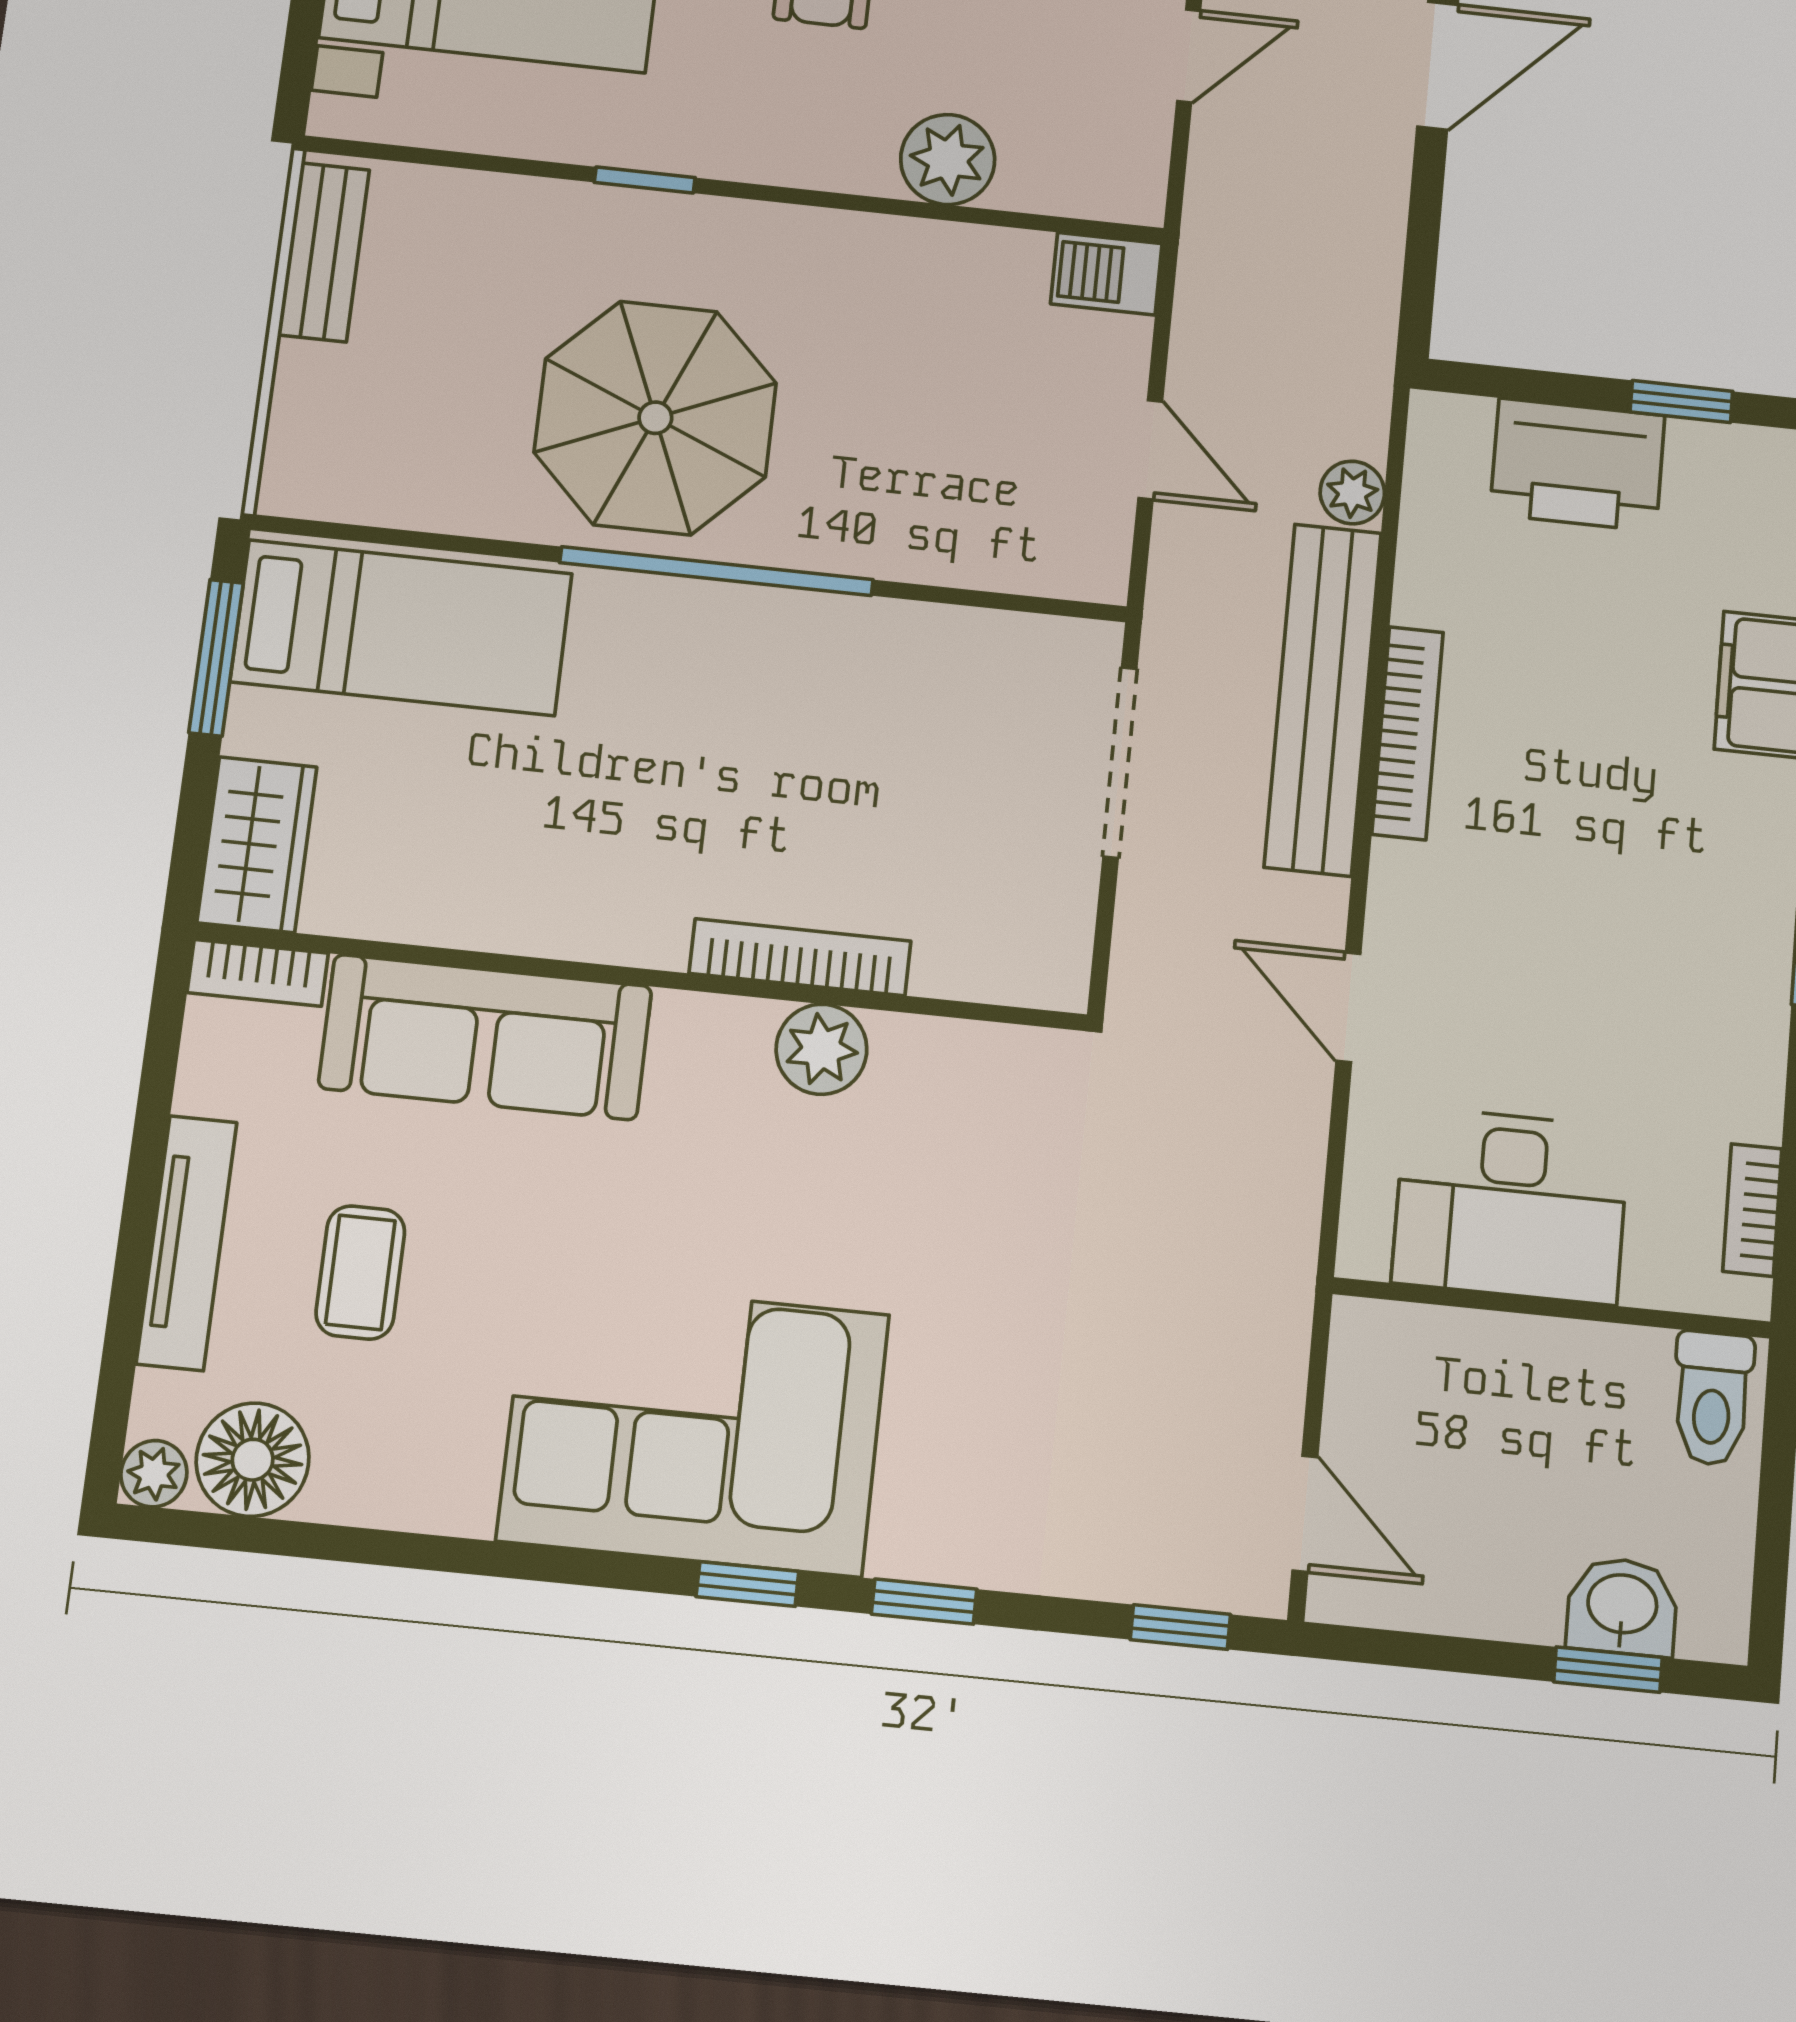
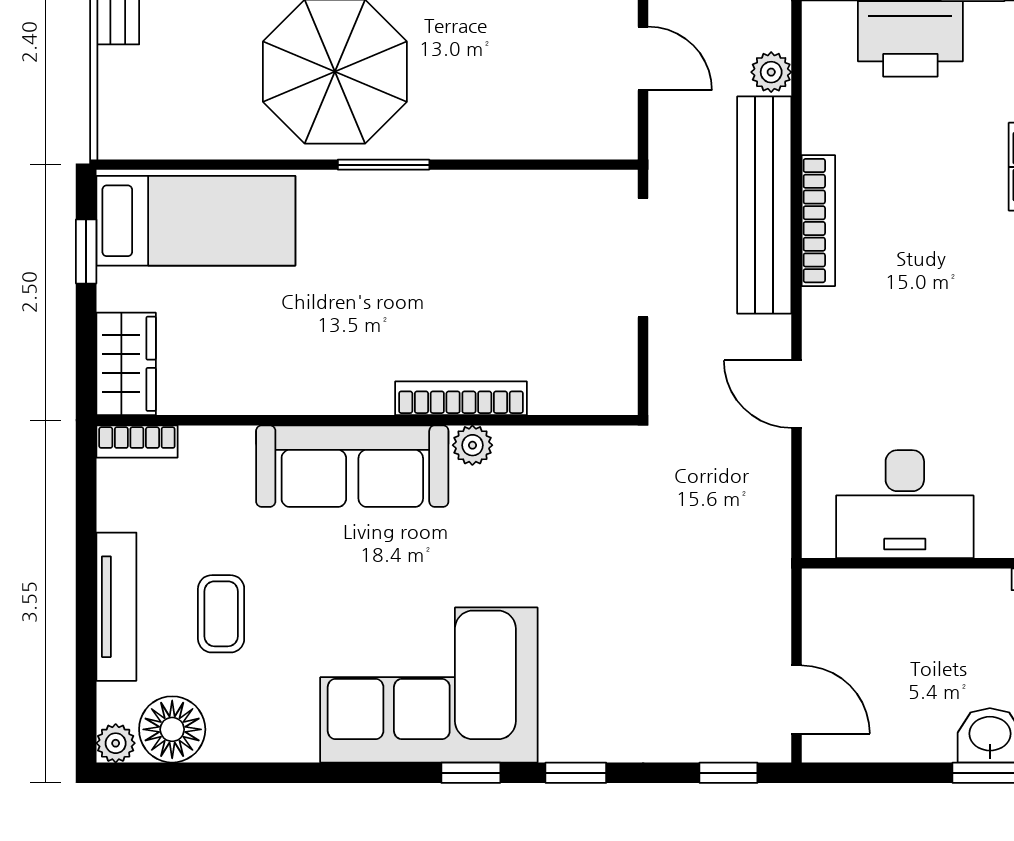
window: (716, 571) -> (384, 165), width x0.47
window: (216, 658) -> (86, 251), width x0.67
sofa: (485, 1037) -> (352, 466), moved
plant: (821, 1049) -> (472, 445), width x0.73, depth x0.73

